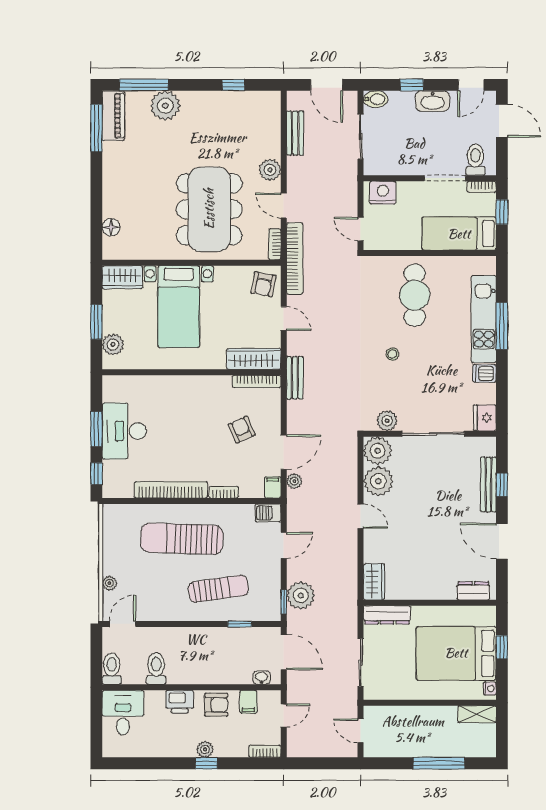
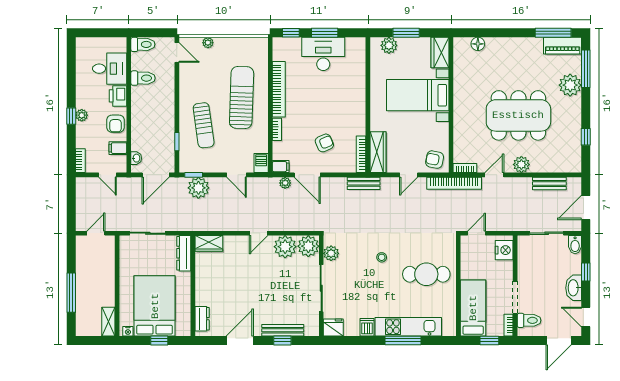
dining table: (209, 209) -> (518, 115), moved
desk: (123, 713) -> (110, 69), moved

